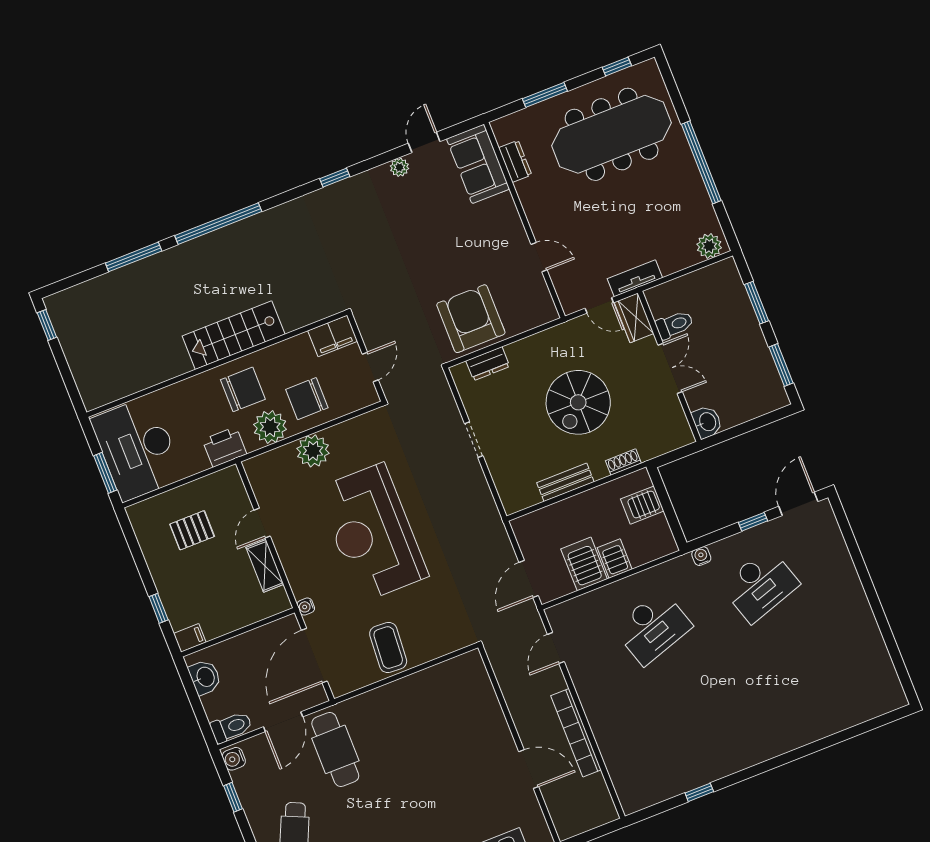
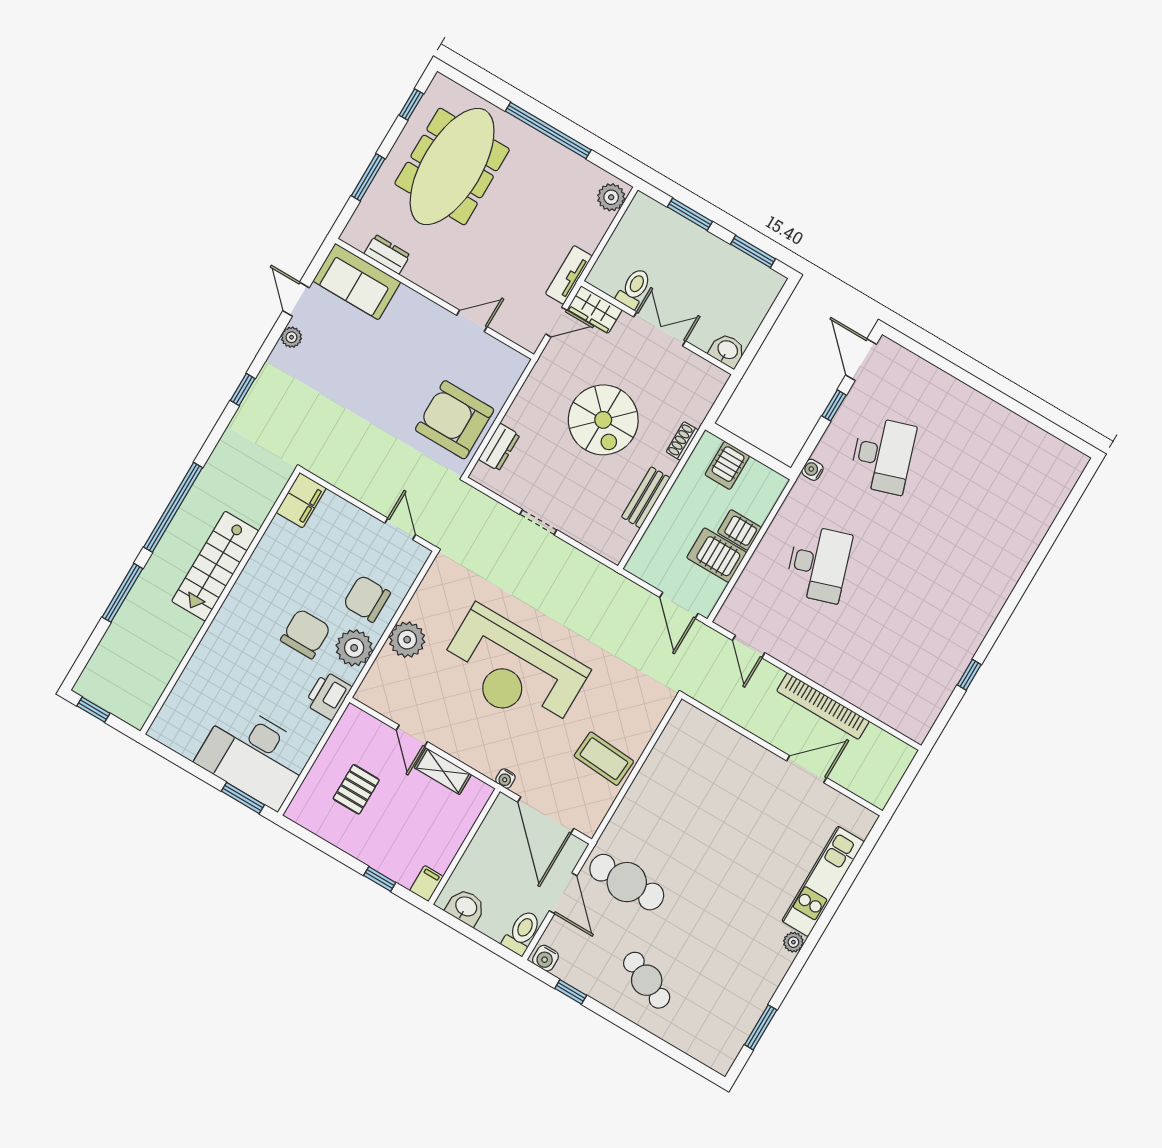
stairs: (234, 335) -> (215, 566), moved
filing cabinet: (333, 336) -> (301, 500), moved
wall: (217, 364) -> (220, 602), moved
chair: (307, 399) -> (367, 599), turned 90

